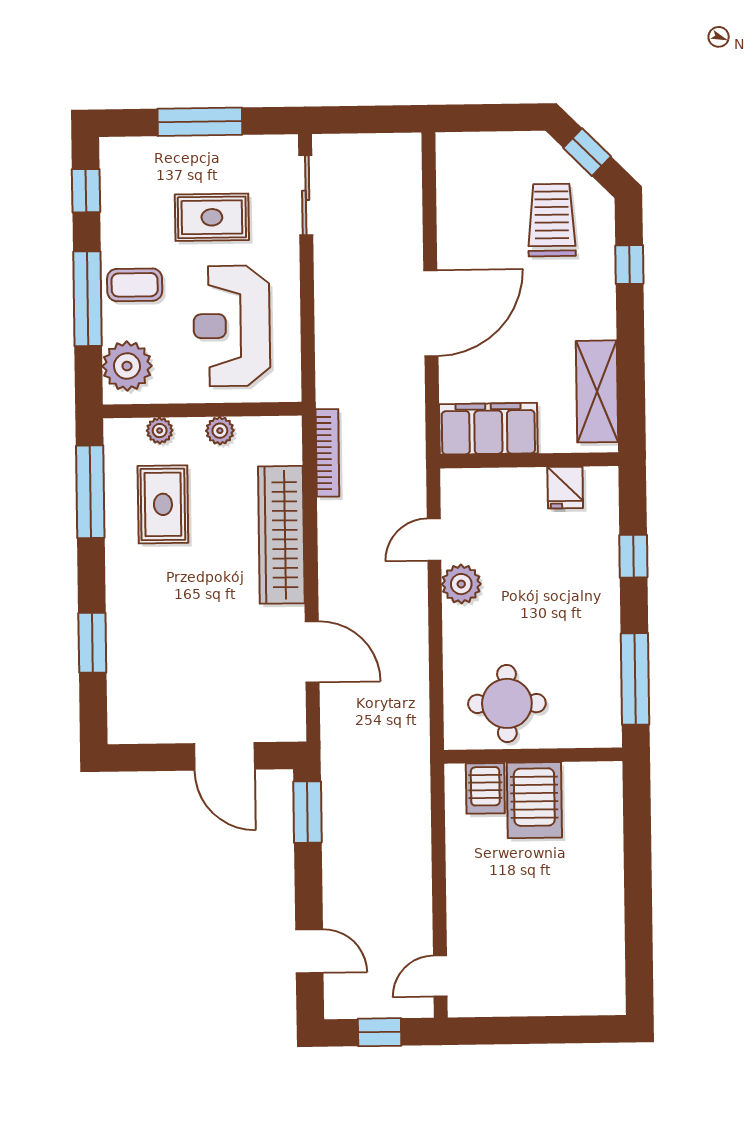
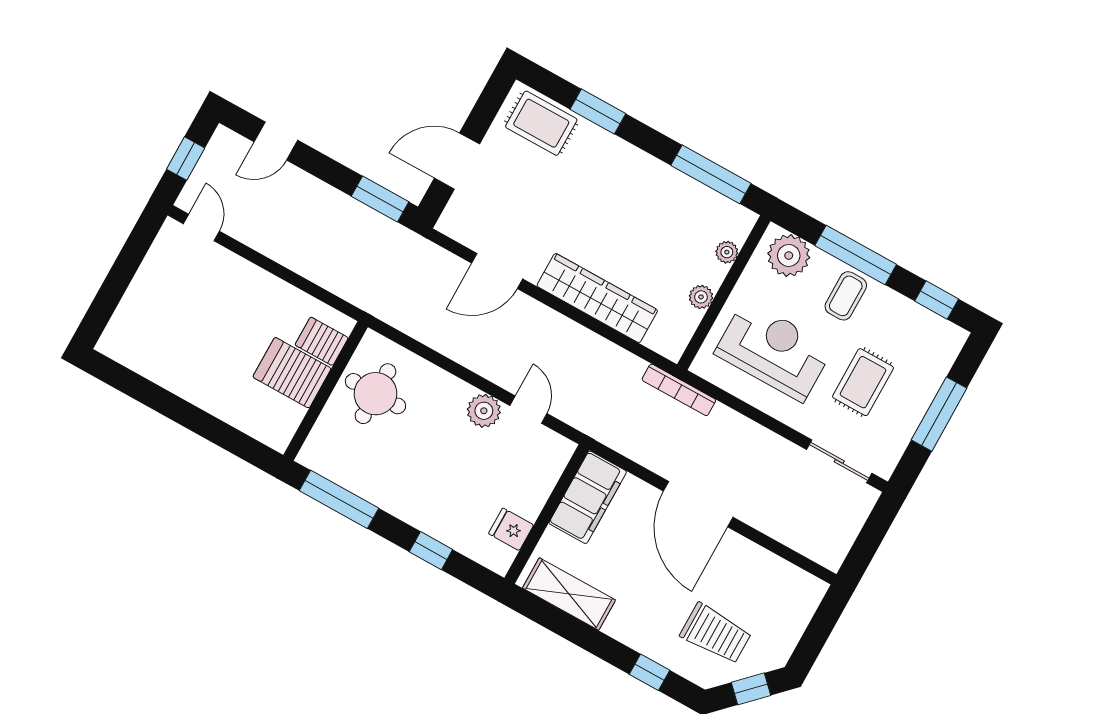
bookcase: (327, 453) -> (679, 390), moved
rug: (163, 504) -> (541, 123), moved

